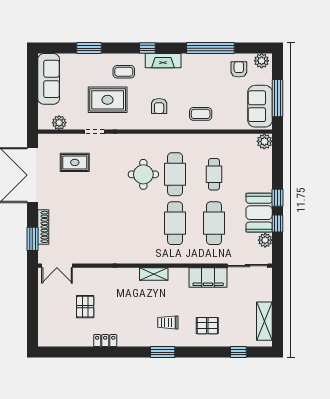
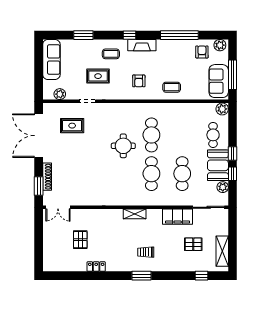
rug: (108, 100) -> (98, 76), width x0.73, depth x0.70
round table: (143, 174) -> (123, 146), moved
cafe table: (214, 174) -> (213, 135), moved
pallet: (207, 326) -> (193, 244), moved

